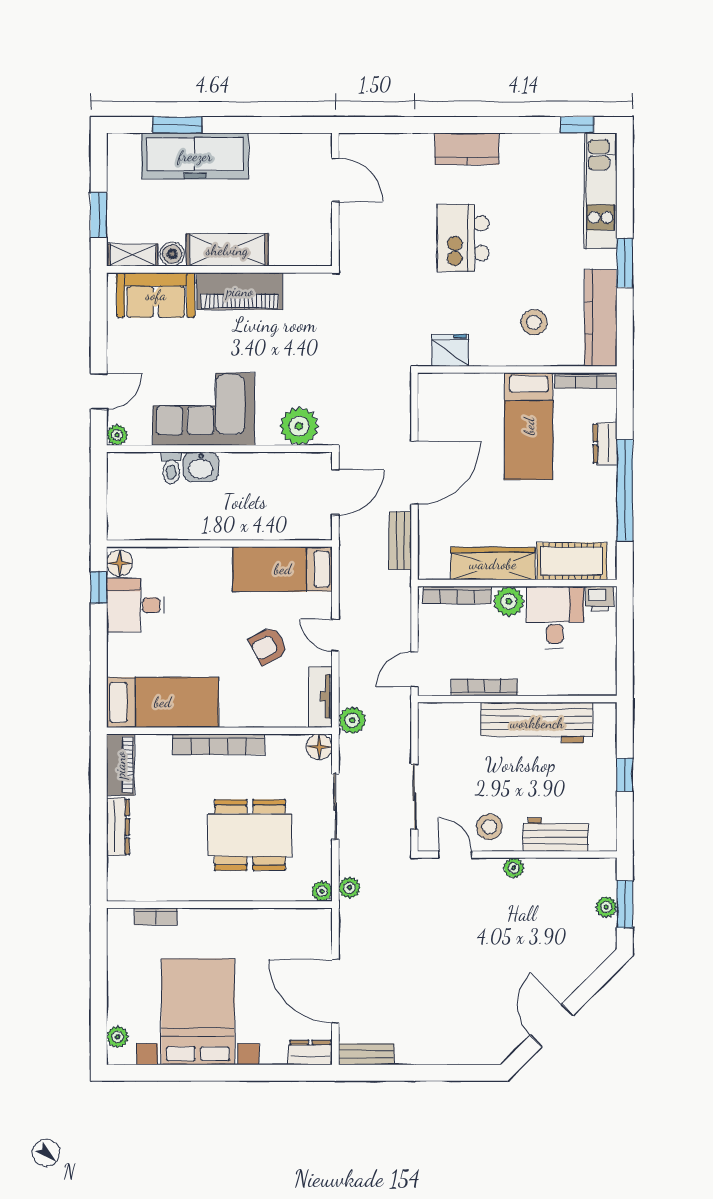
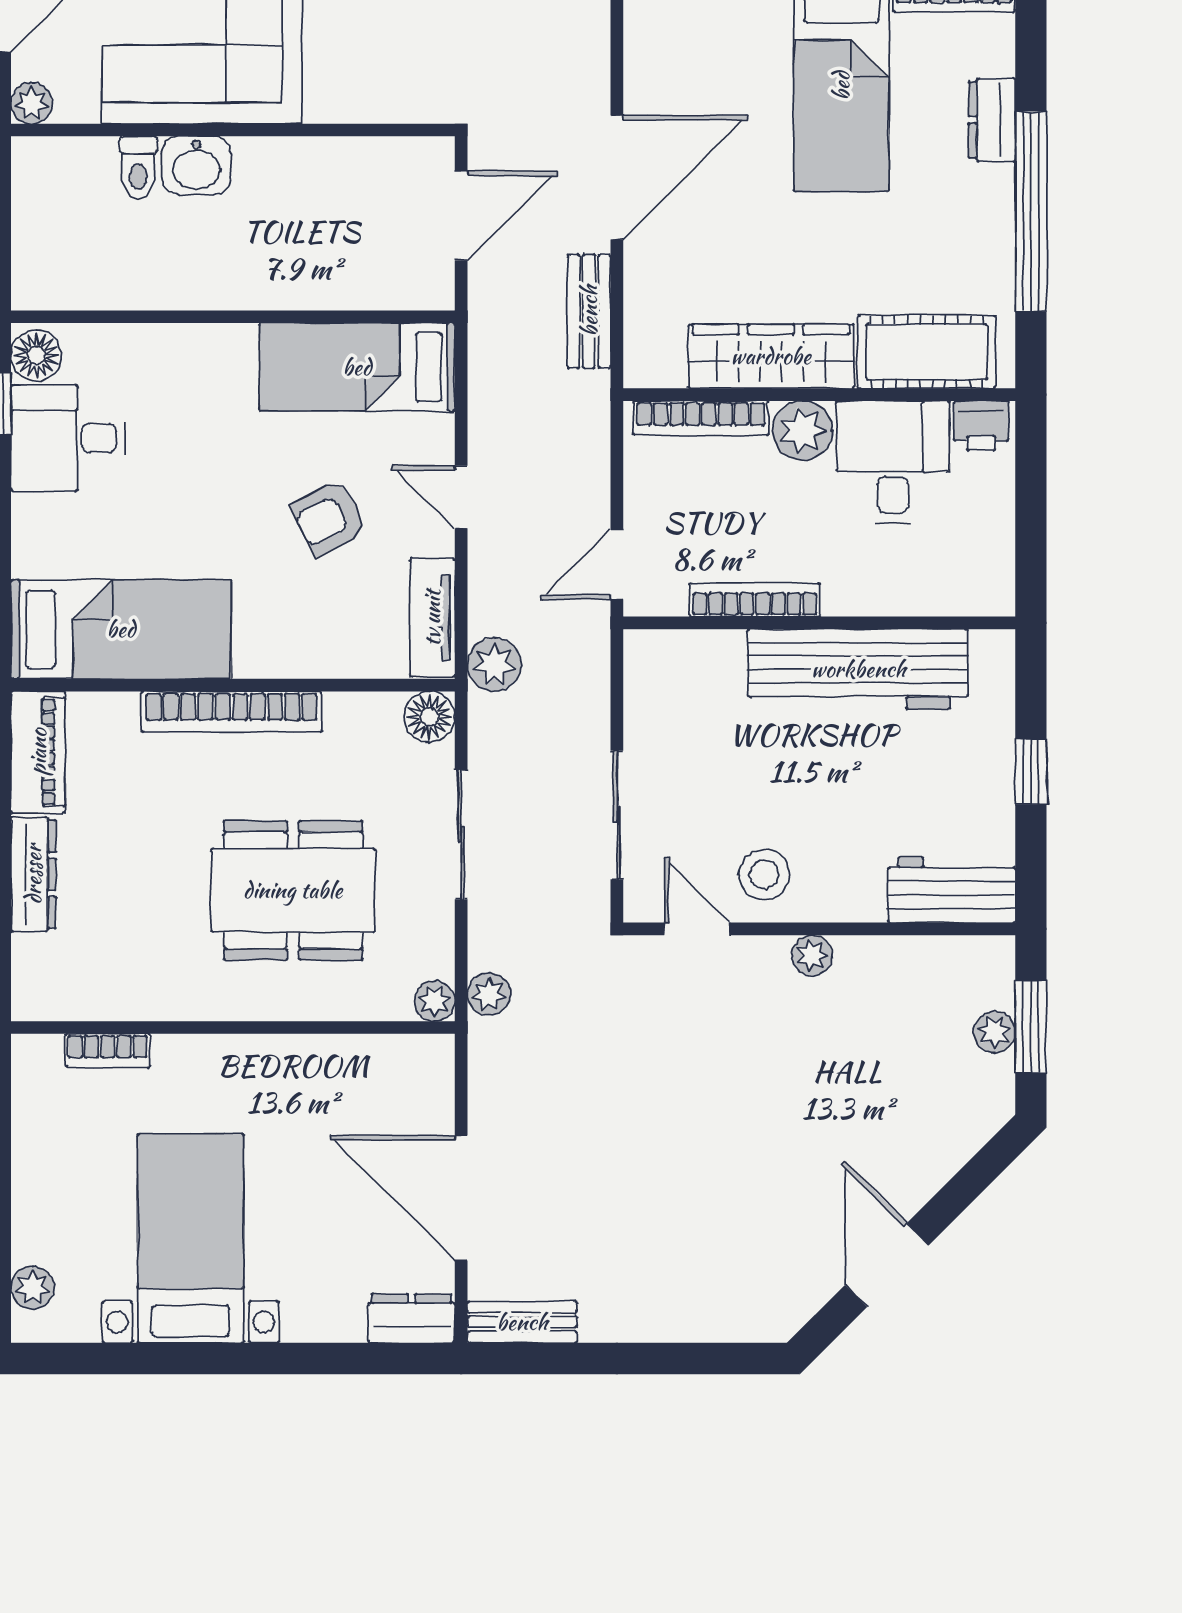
plant: (299, 426) -> (390, 86), removed
workbench: (556, 835) -> (952, 890), moved
bed with nightstands: (198, 1012) -> (191, 1238), width x0.73

